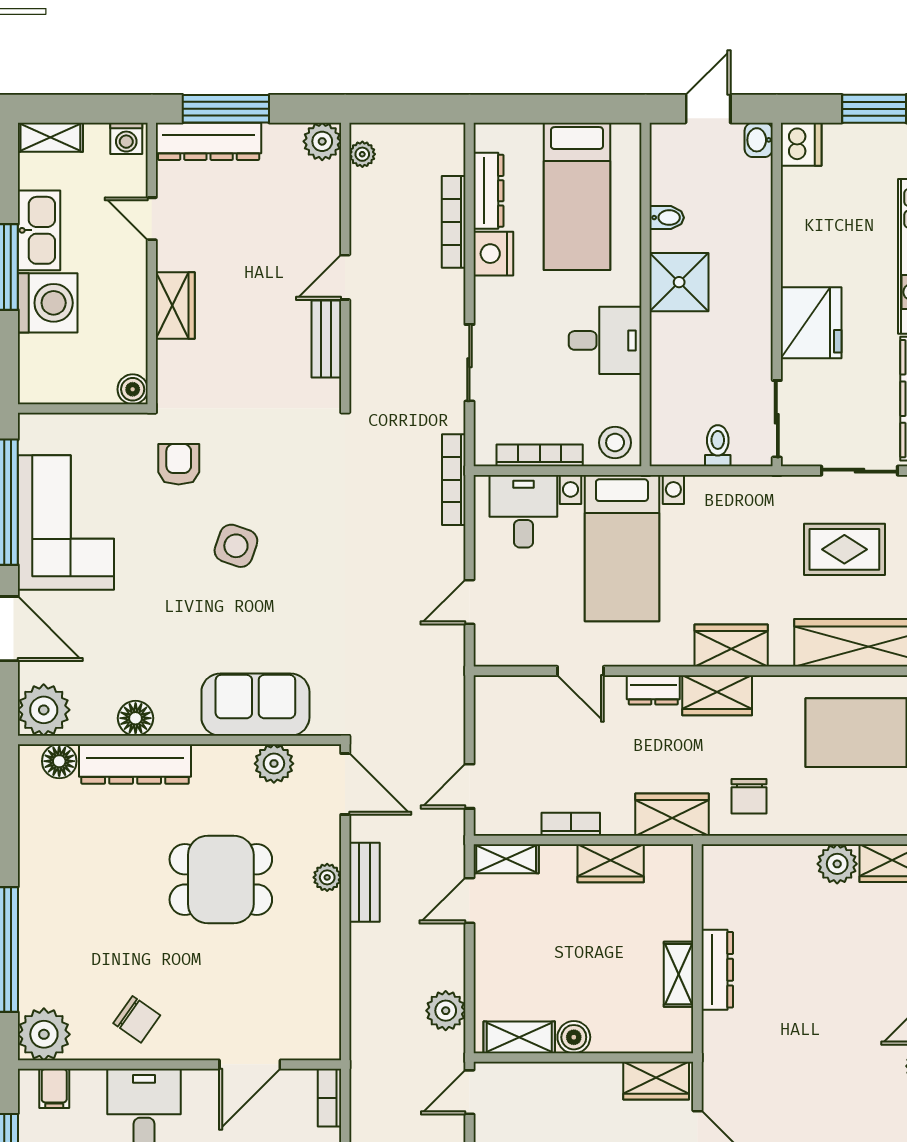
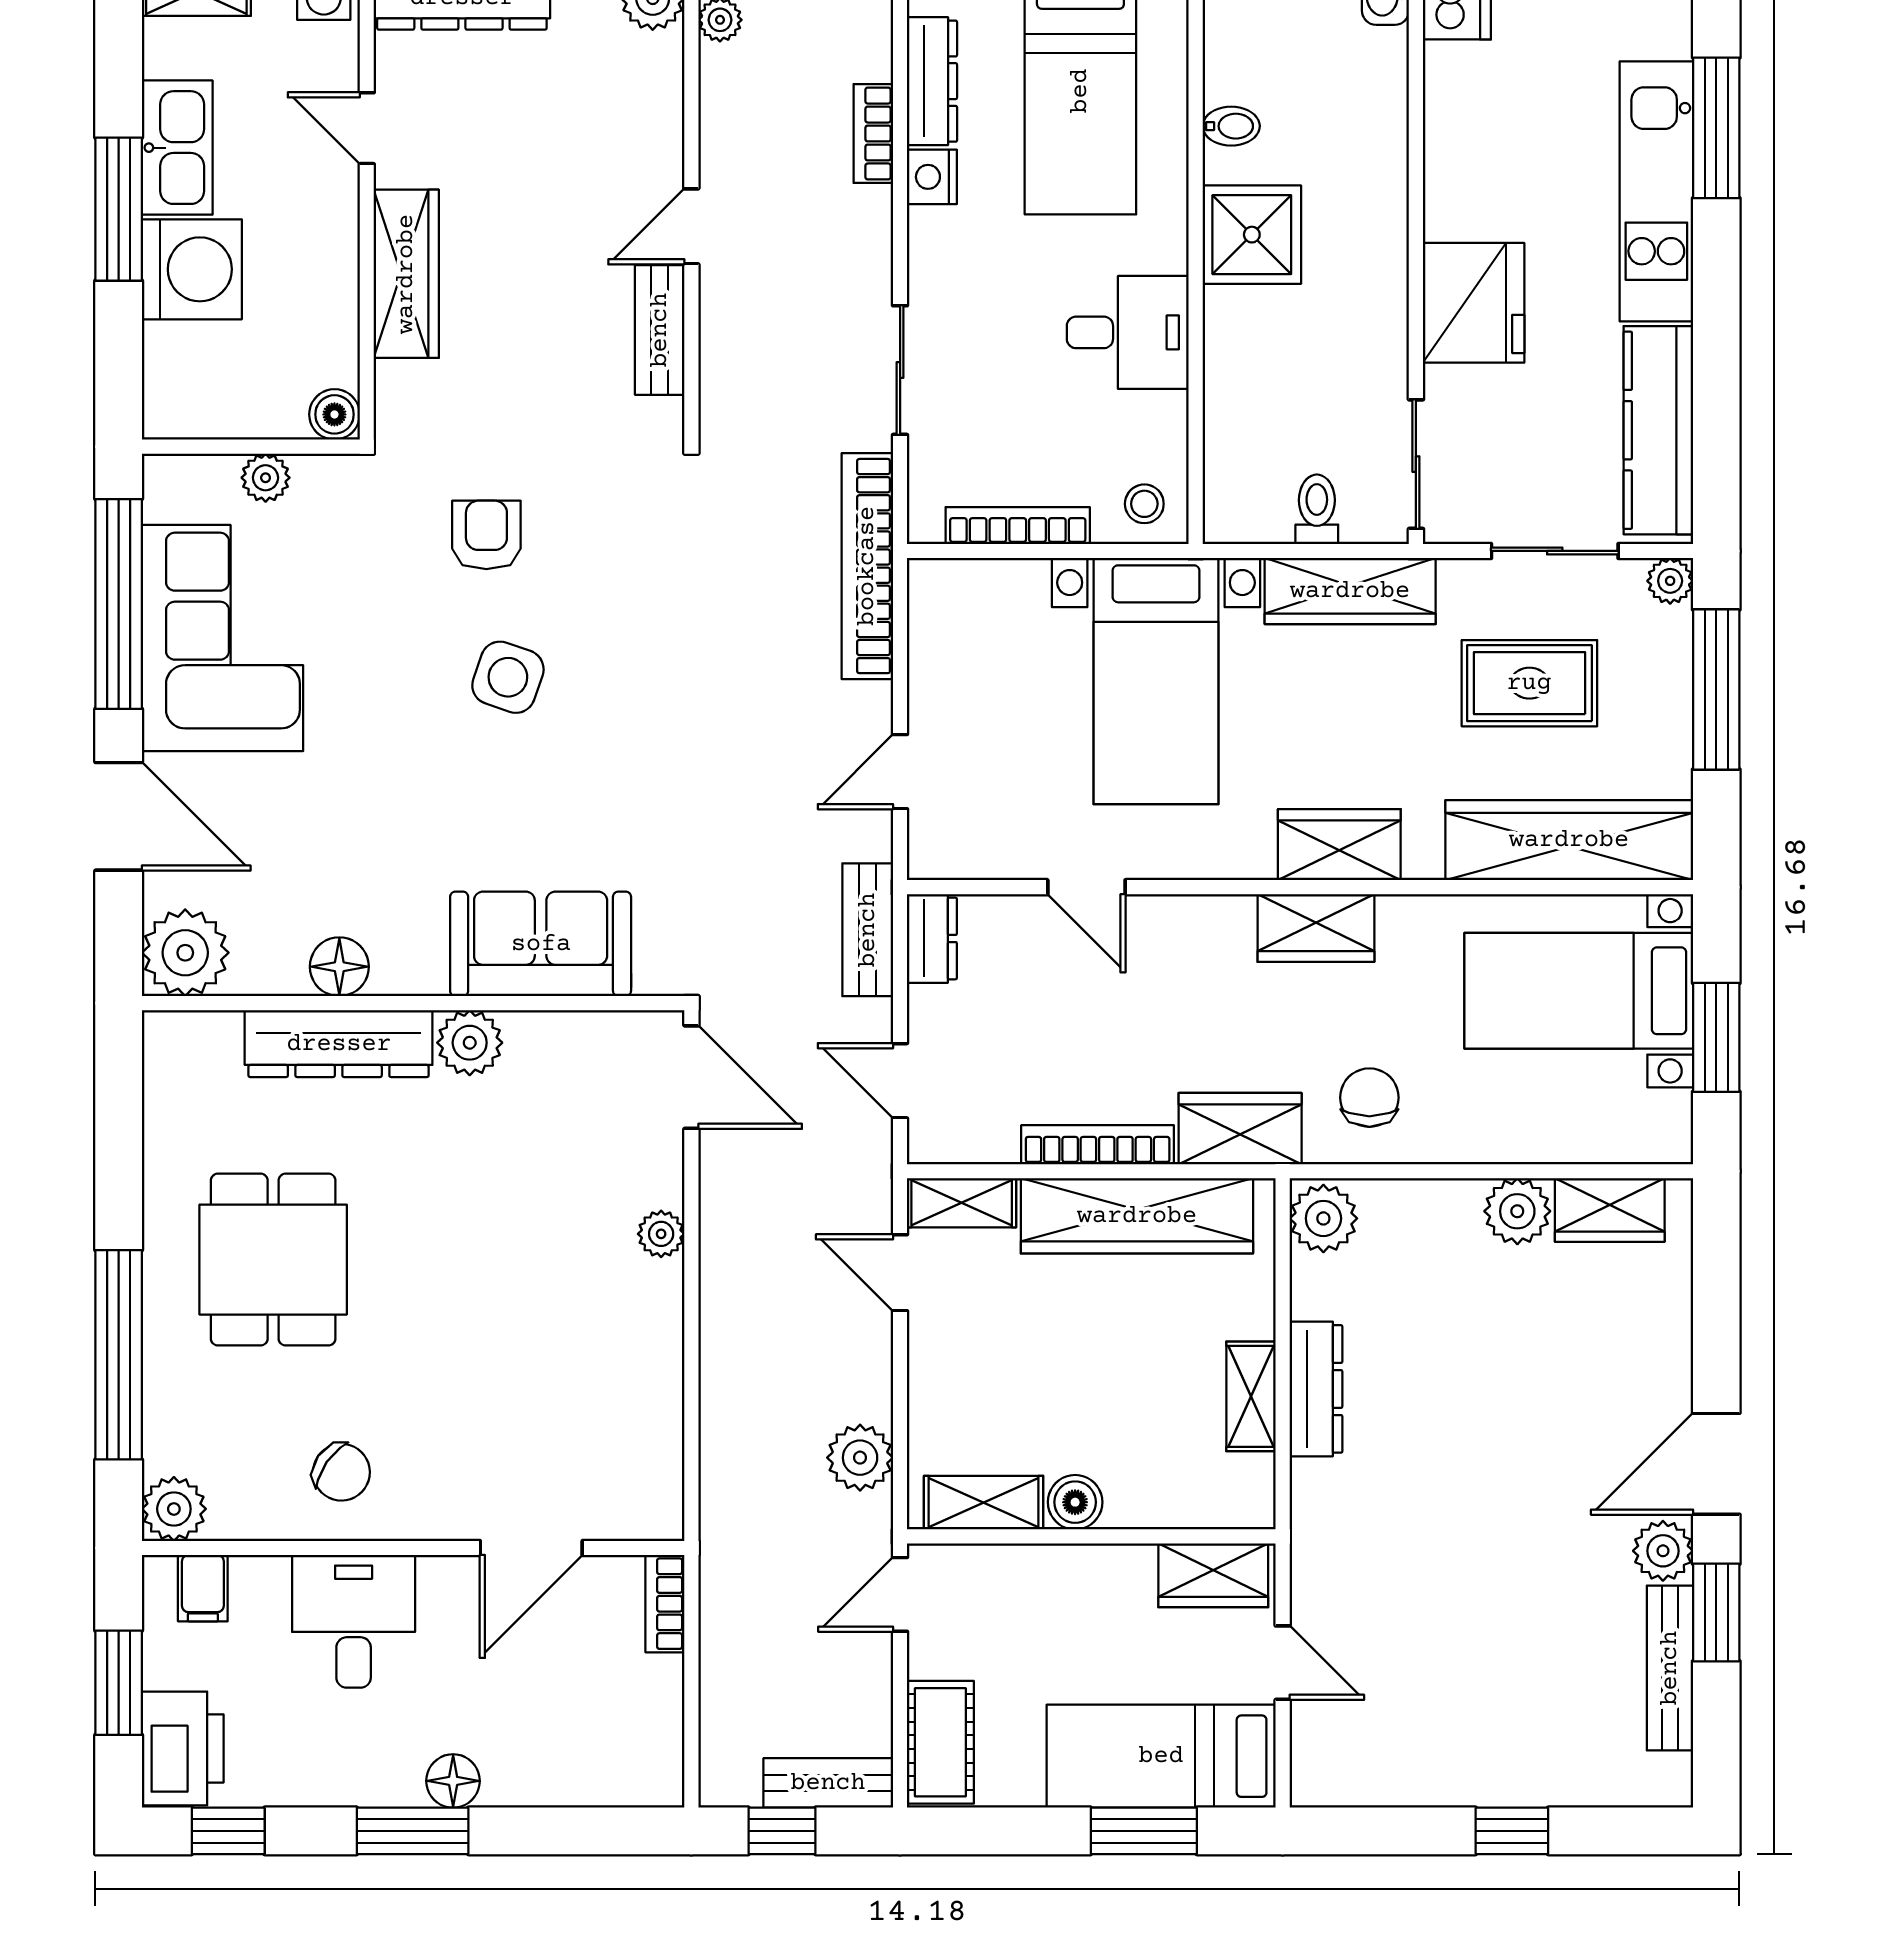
bookcase: (454, 222) -> (873, 134), width x0.64
nightstand: (493, 254) -> (932, 177), width x0.74, depth x0.75
wardrobe: (175, 305) -> (406, 274), width x1.50
plant: (92, 427) -> (266, 478), added
stool: (615, 443) -> (1144, 504), width x0.73, depth x0.73
armchair: (179, 464) -> (486, 535), moved
bookcase: (454, 480) -> (867, 566), width x1.48, depth x1.31
wardrobe: (738, 494) -> (1350, 591), added
desk: (523, 511) -> (991, 619), removed
dresser: (653, 690) -> (932, 938), moved, turned -90
floor lamp: (59, 761) -> (211, 1039), removed
plant: (274, 764) -> (470, 1043), moved
door: (469, 786) -> (900, 1081), hinge flipped
chair: (749, 796) -> (1369, 1098), turned 180
bookcase: (571, 824) -> (1098, 1145), width x1.56
wardrobe: (611, 863) -> (1137, 1216), width x2.10, depth x1.17
plant: (722, 868) -> (1323, 1218), added
dining table: (221, 879) -> (273, 1260), moved, turned 90
bench: (364, 882) -> (868, 930), moved
door: (469, 901) -> (900, 1273), hinge flipped
plant: (44, 1034) -> (174, 1509), width x0.73, depth x0.73

